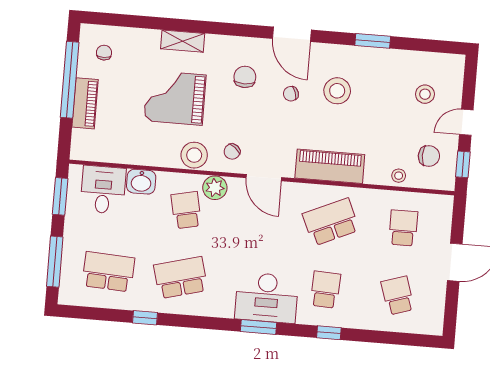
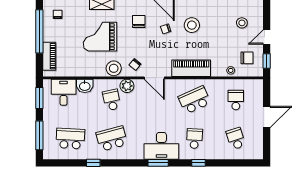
piano: (85, 103) -> (49, 56), moved

